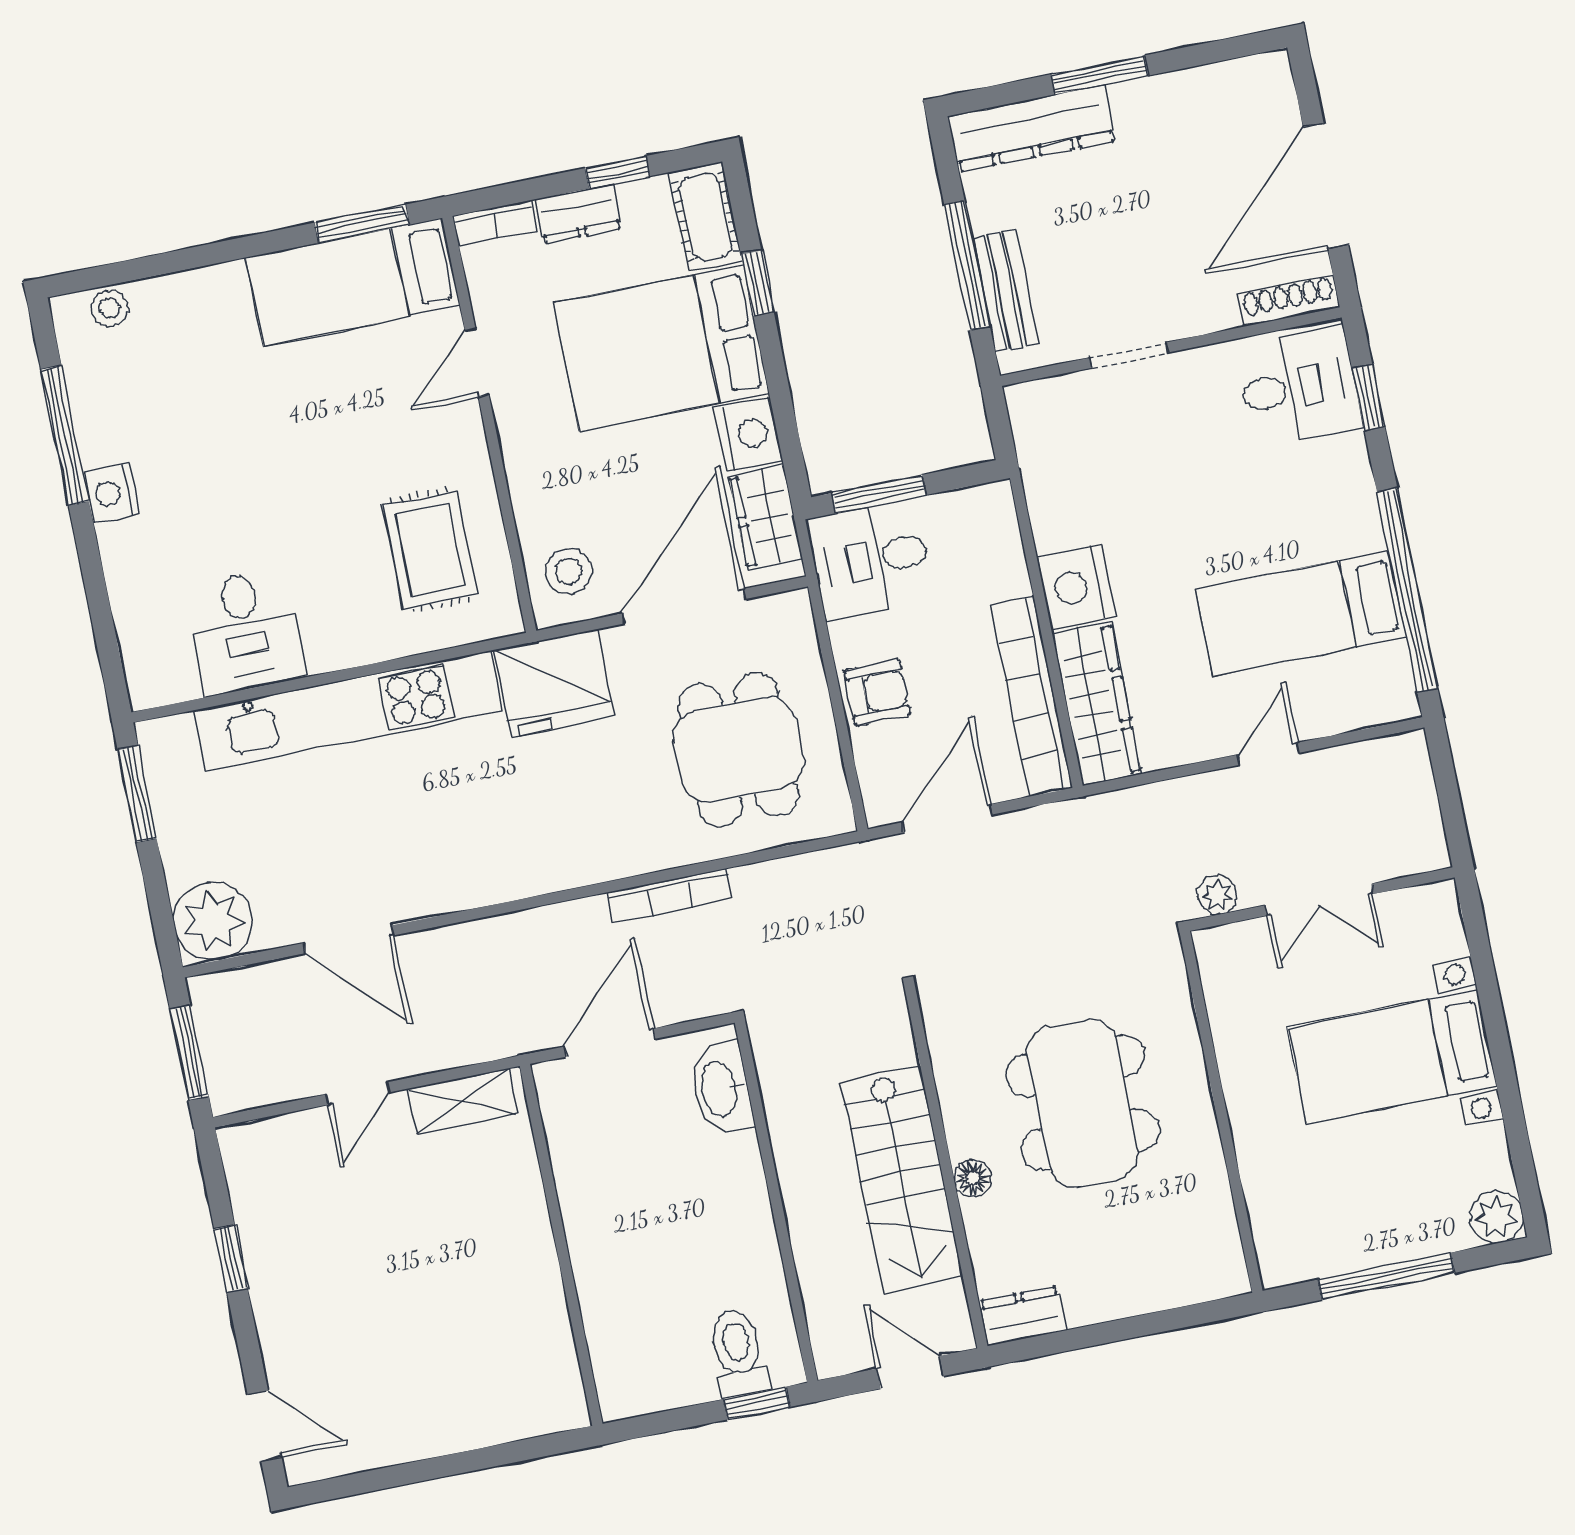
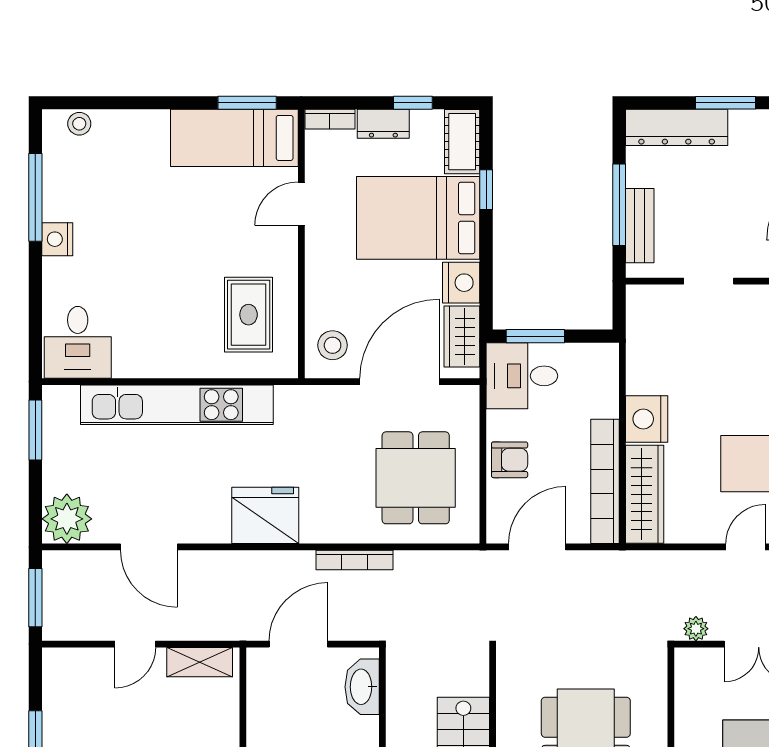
desk: (245, 632) -> (78, 342), moved
fridge: (554, 683) -> (265, 515), moved, turned 180

